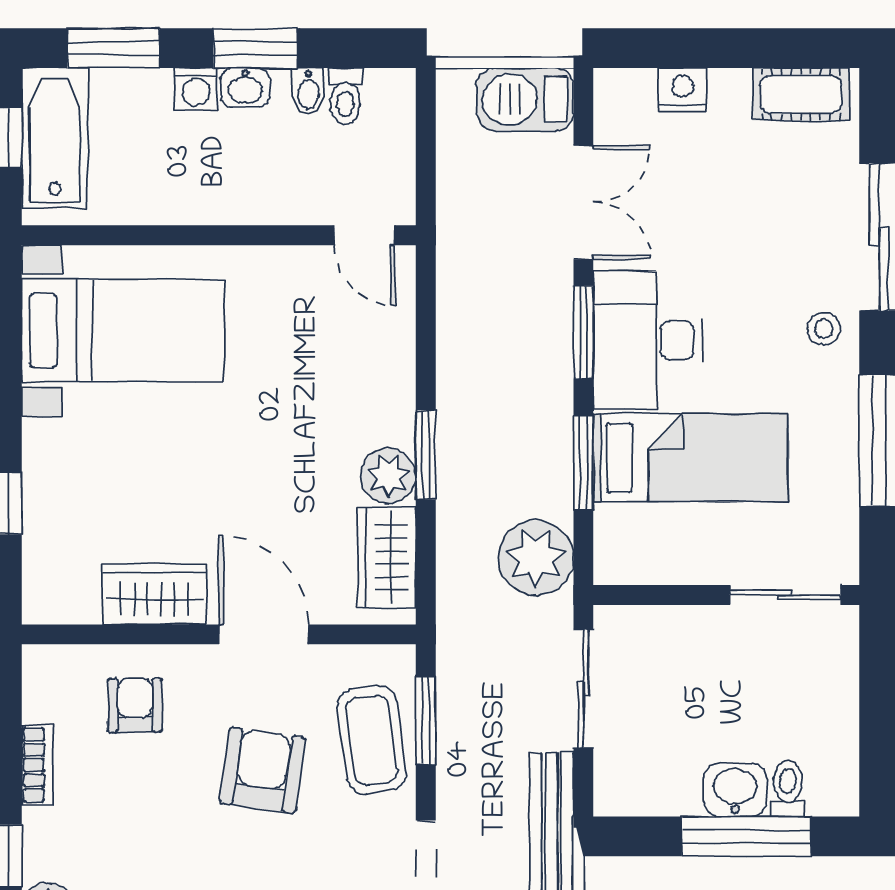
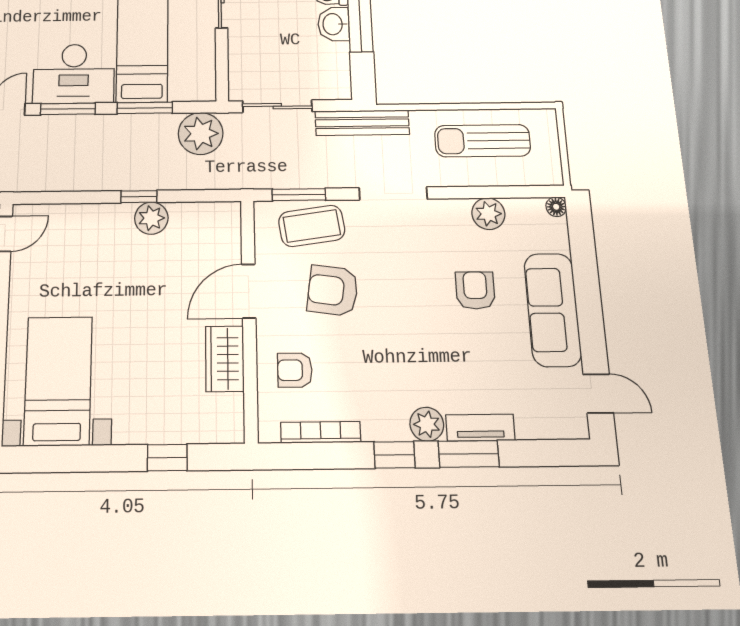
window: (426, 455) -> (139, 197), width x0.67
wardrobe: (387, 558) -> (201, 218), removed
bookcase: (38, 765) -> (321, 432), width x1.56

